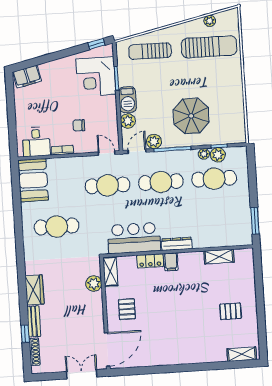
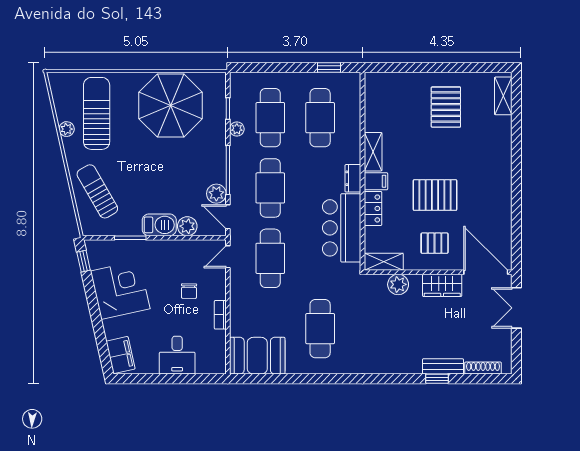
plant: (210, 21) -> (67, 129), moved
sun lounger: (150, 51) -> (97, 191), turned 150
corner desk: (96, 77) -> (120, 290), moved, turned -103
parasol: (191, 116) -> (171, 106), moved, width x1.36, depth x1.36
desk: (36, 142) -> (177, 355), moved, turned 90
plant: (218, 155) -> (239, 111), removed
cafe table: (216, 216) -> (320, 118), added
window: (255, 221) -> (329, 68), width x0.67
dresser: (177, 244) -> (353, 178), width x0.70
shelving: (219, 257) -> (373, 152), moved
wardrobe: (34, 290) -> (442, 285), moved, turned 180
pallet: (163, 307) -> (435, 195), added
pallet: (231, 311) -> (446, 107), width x1.50, depth x1.42
window: (25, 334) -> (437, 379), moved

